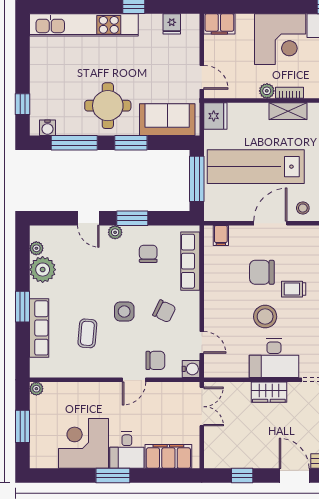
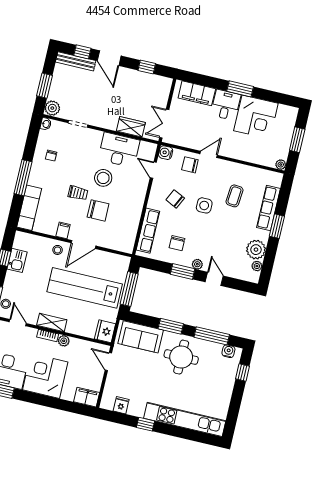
lab bench: (256, 167) -> (85, 288), turned 180
filing cabinet: (221, 235) -> (63, 230), moved
desk: (274, 358) -> (119, 150), moved
wardrobe: (269, 392) -> (131, 127), moved

